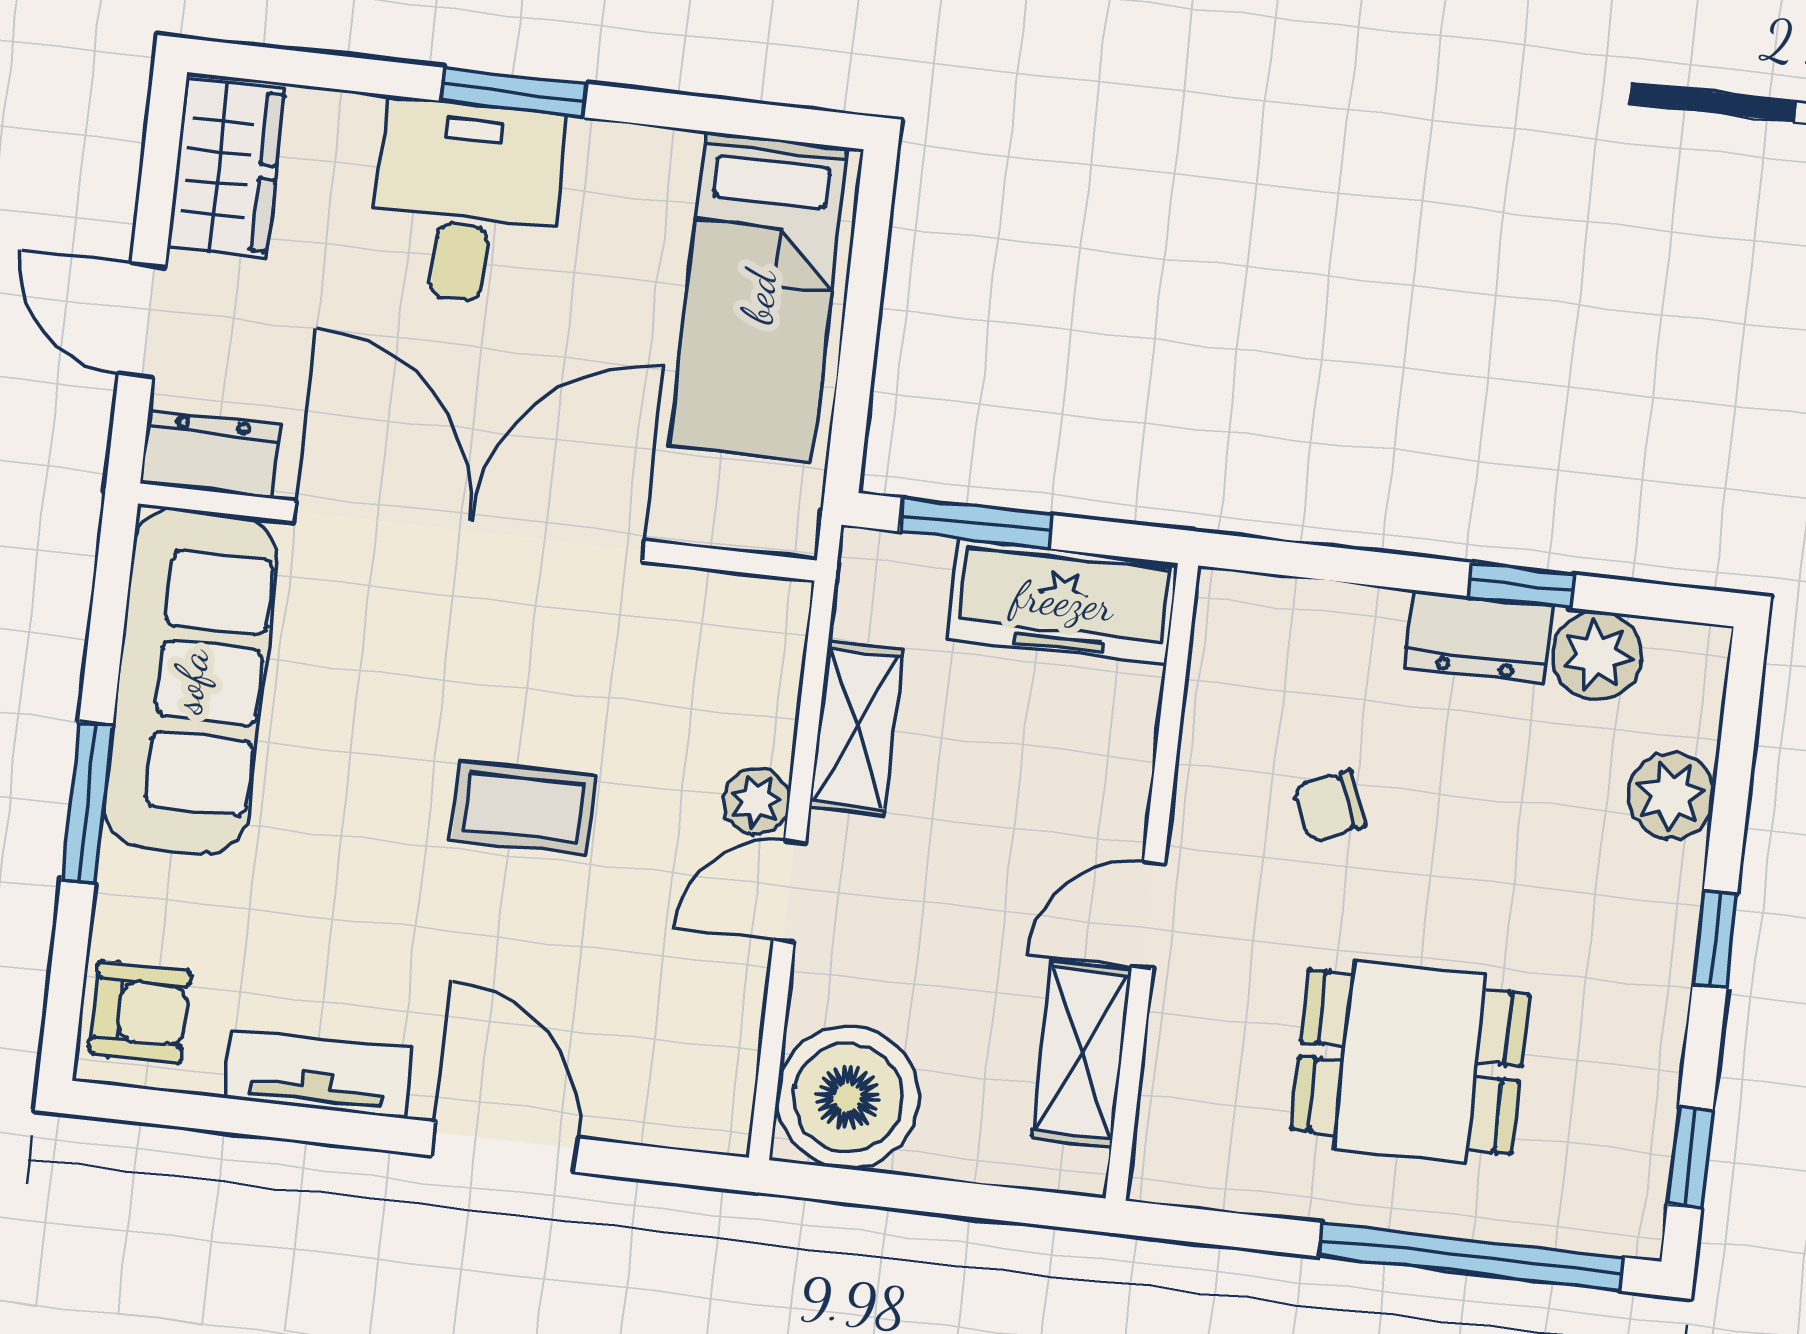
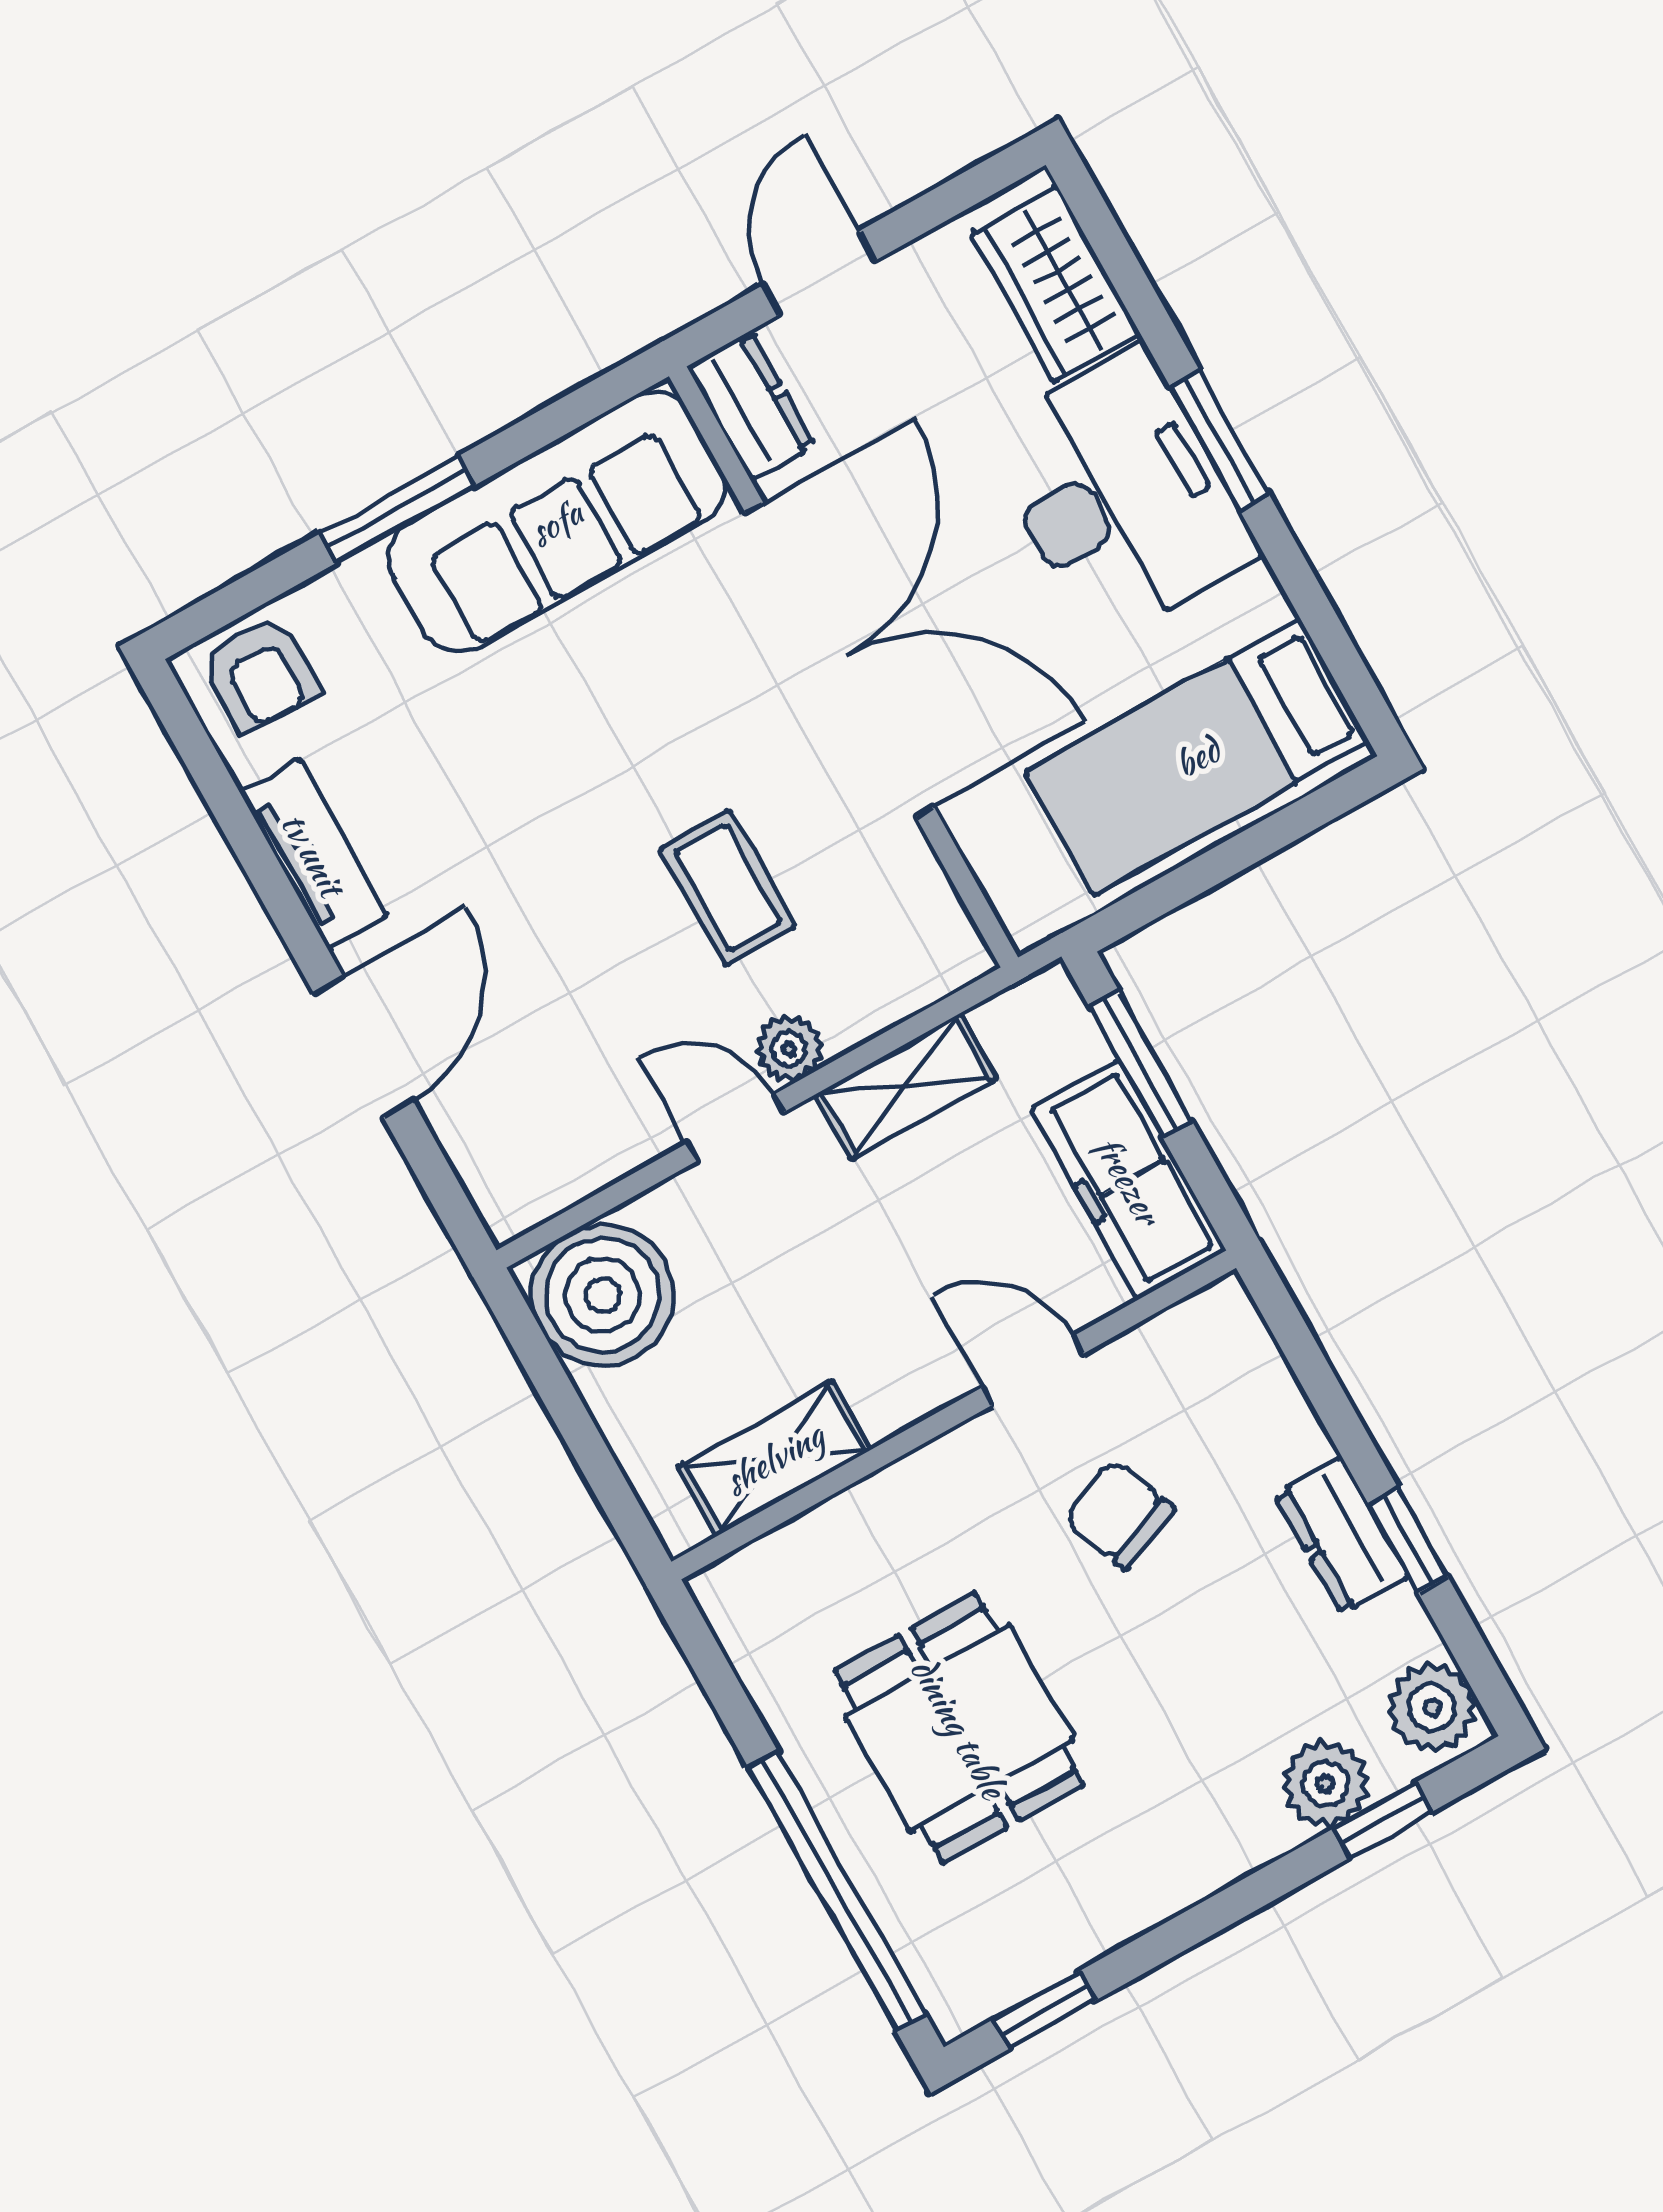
wardrobe: (226, 168) -> (1056, 284), moved, turned 90
desk: (466, 202) -> (1120, 495), width x1.37
plant: (1597, 655) -> (1432, 1707), moved
chair: (1330, 806) -> (1119, 1515), width x1.37, depth x1.37
coffee table: (523, 808) -> (728, 888), moved
door: (1148, 915) -> (1033, 1370), moved
window: (1715, 939) -> (1382, 1820), moved

